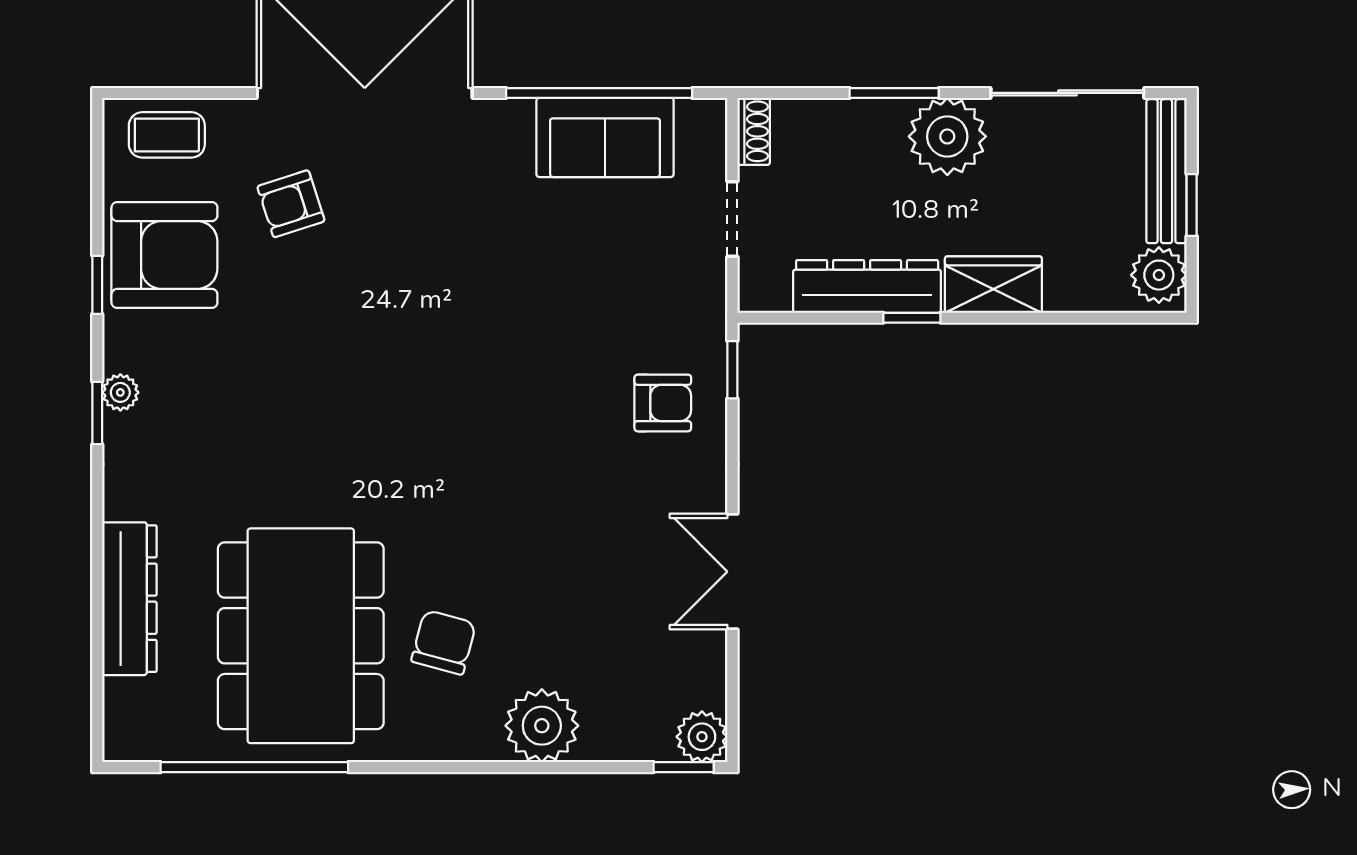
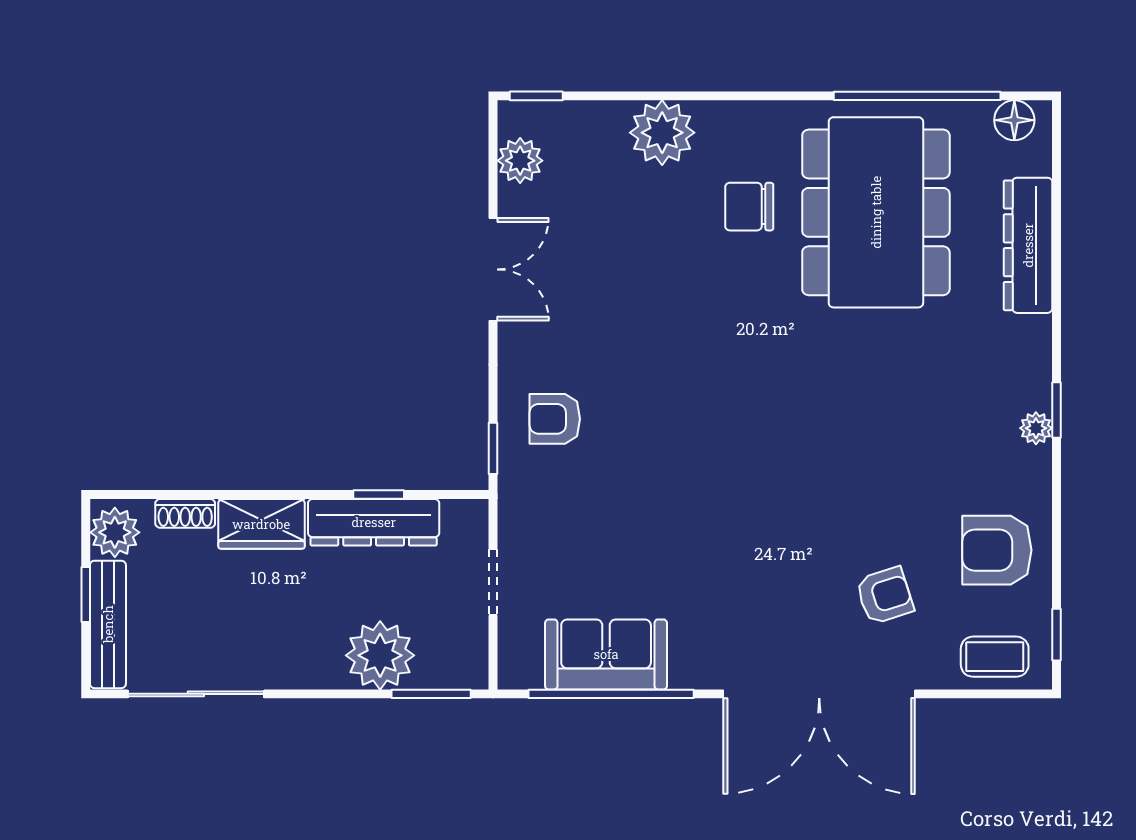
window: (894, 93) -> (431, 694), moved
shoe rack: (754, 131) -> (185, 513), moved, turned -90
plant: (947, 136) -> (380, 655), moved
armchair: (164, 255) -> (997, 550), width x0.73, depth x0.73
window: (97, 285) -> (1056, 635), moved
window: (912, 318) -> (379, 495), moved
chair: (444, 642) -> (749, 207), turned 75
plant: (702, 737) -> (520, 161), moved
floor lamp: (145, 740) -> (1014, 120), added

